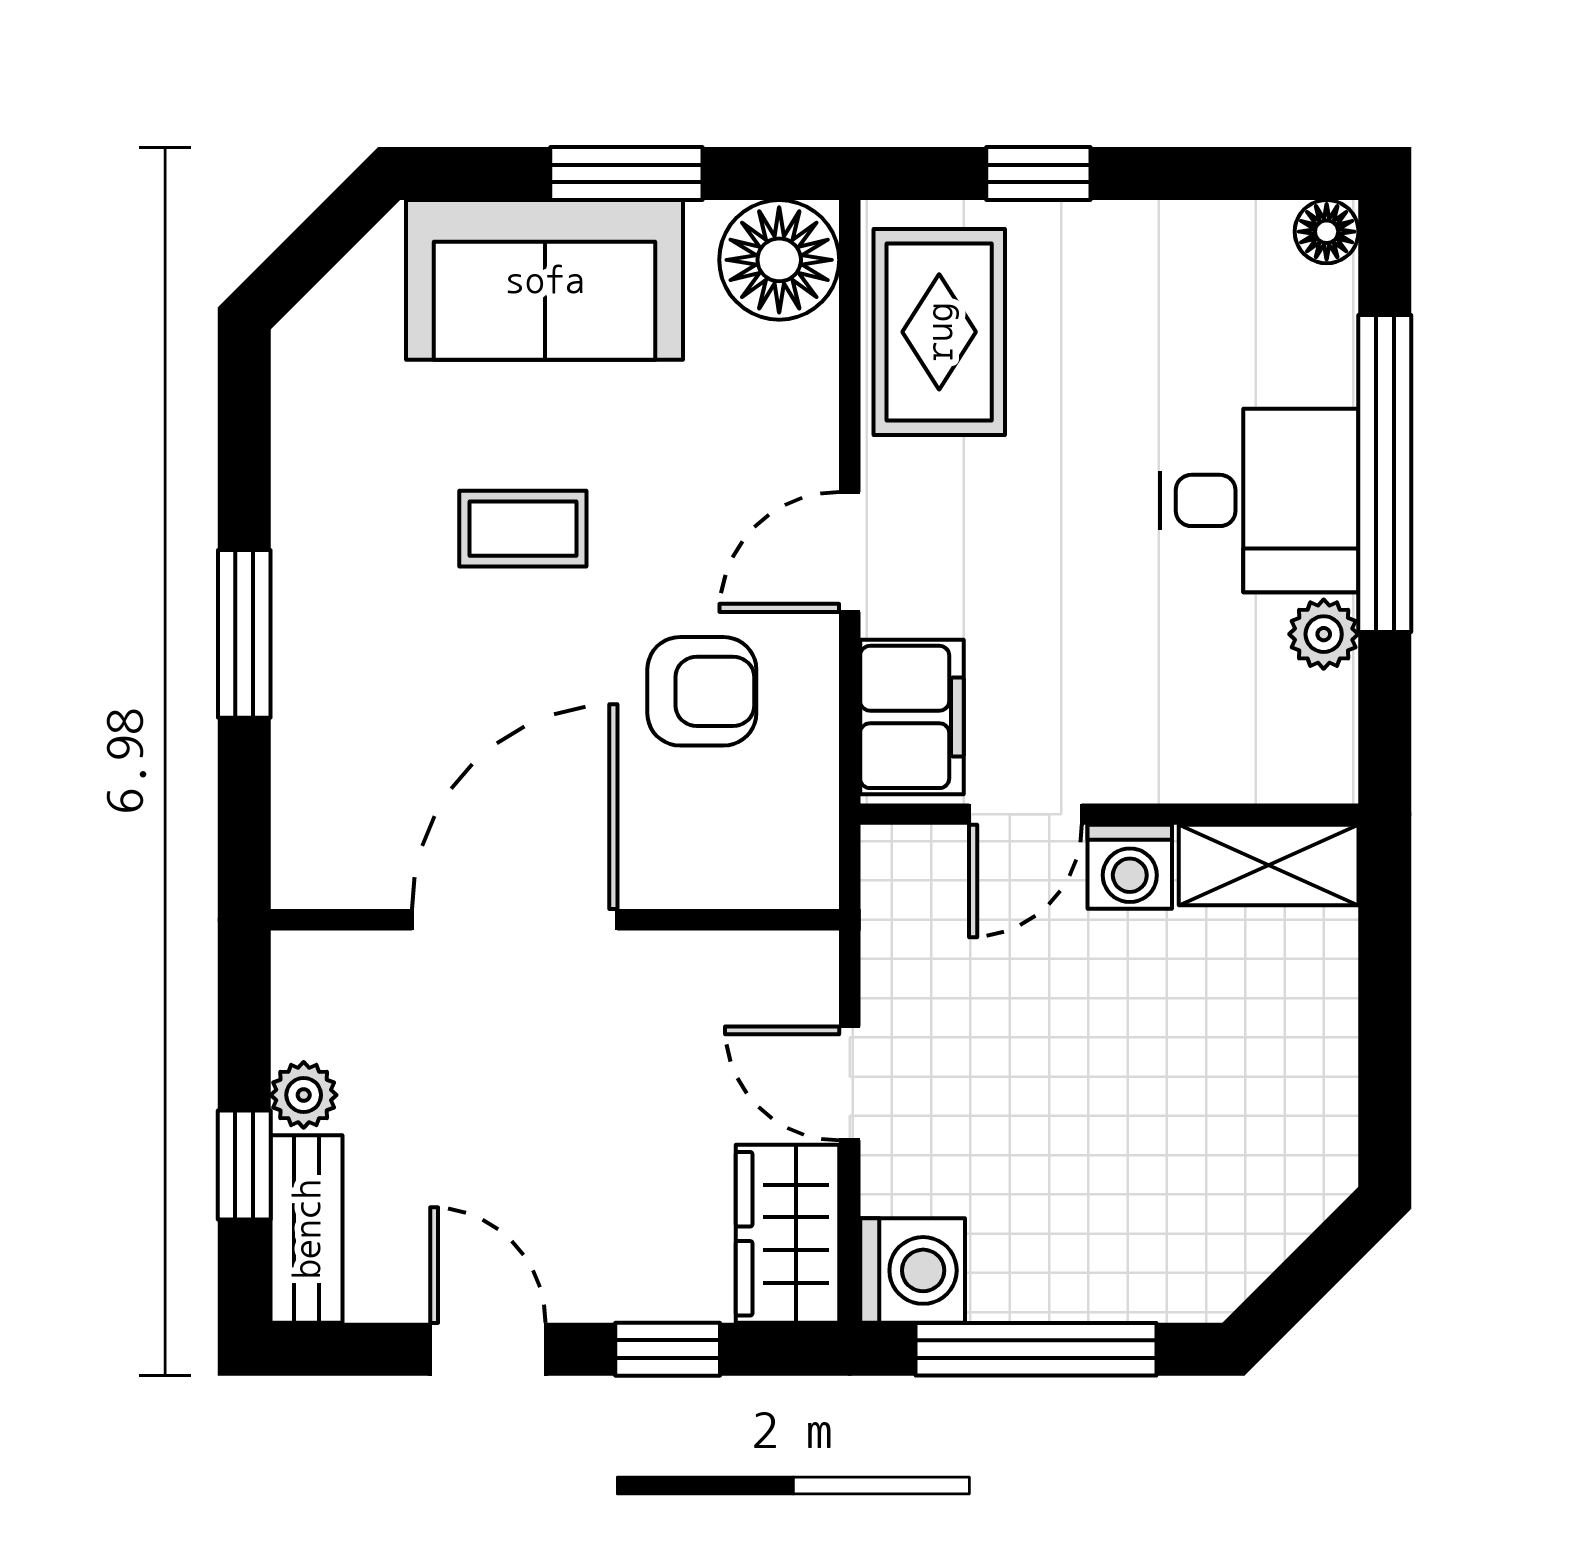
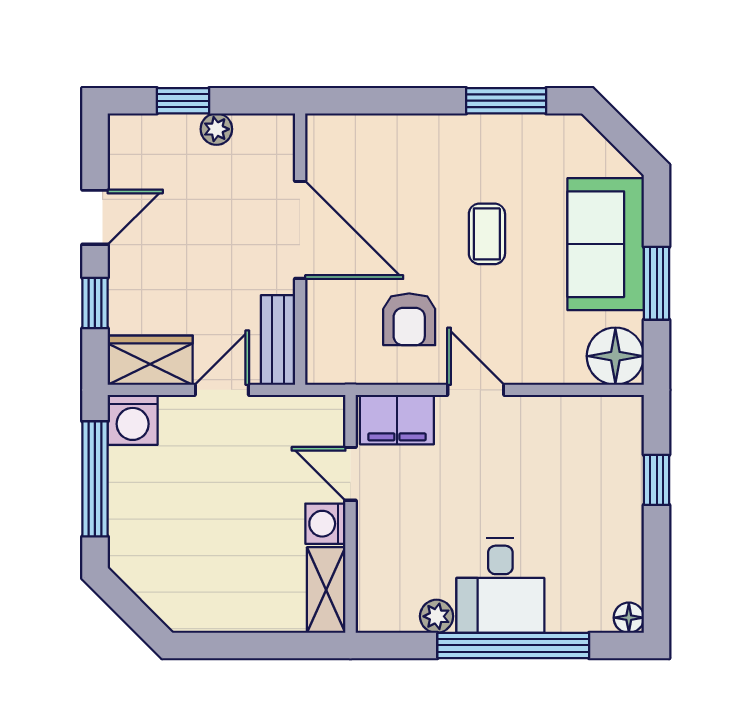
rug: (939, 332) -> (581, 433), removed
window: (244, 634) -> (506, 101), moved
bench: (307, 1229) -> (278, 340), moved, turned 90

